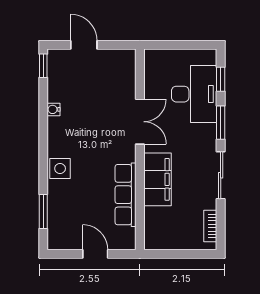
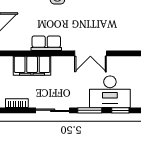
filing cabinet: (157, 179) -> (32, 66), moved
row of seats: (126, 195) -> (46, 43), width x0.68

